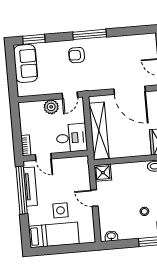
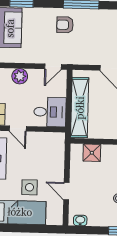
plant: (51, 107) -> (20, 76), moved
shower: (103, 173) -> (92, 153), moved
door: (94, 198) -> (66, 191), moved

